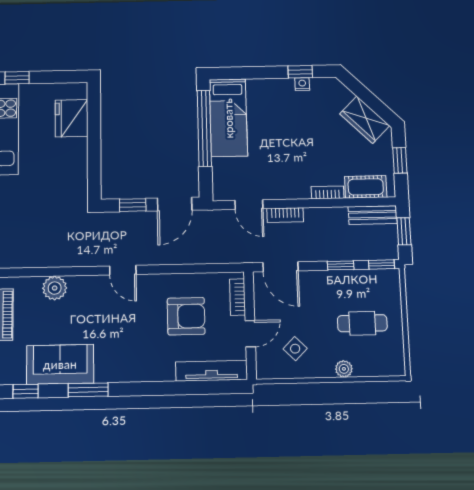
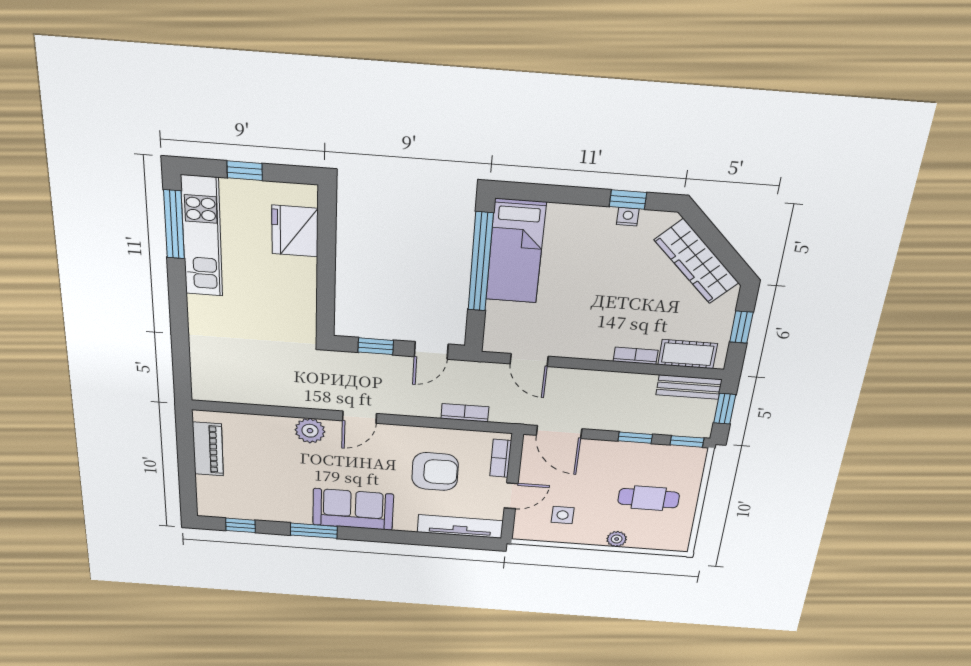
window: (17, 78) -> (245, 171), moved
wardrobe: (365, 120) -> (697, 261), width x1.50
door: (175, 204) -> (431, 350), width x0.73
bookcase: (285, 215) -> (465, 413), moved, turned 180
door: (123, 270) -> (360, 417), hinge flipped
plant: (55, 288) -> (310, 431), moved
side table: (295, 349) -> (563, 515), turned 45
sofa: (60, 364) -> (353, 509), moved

